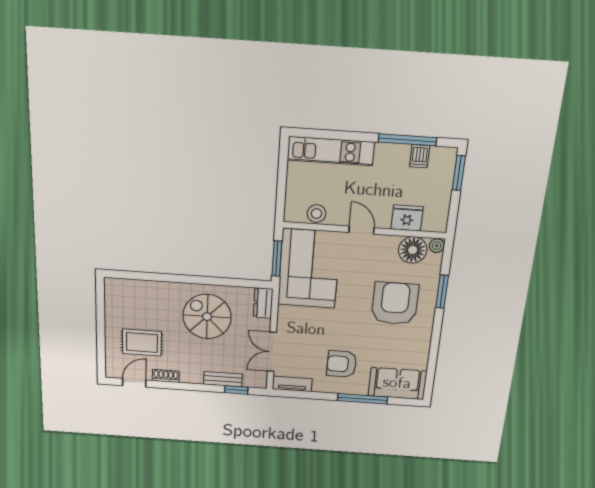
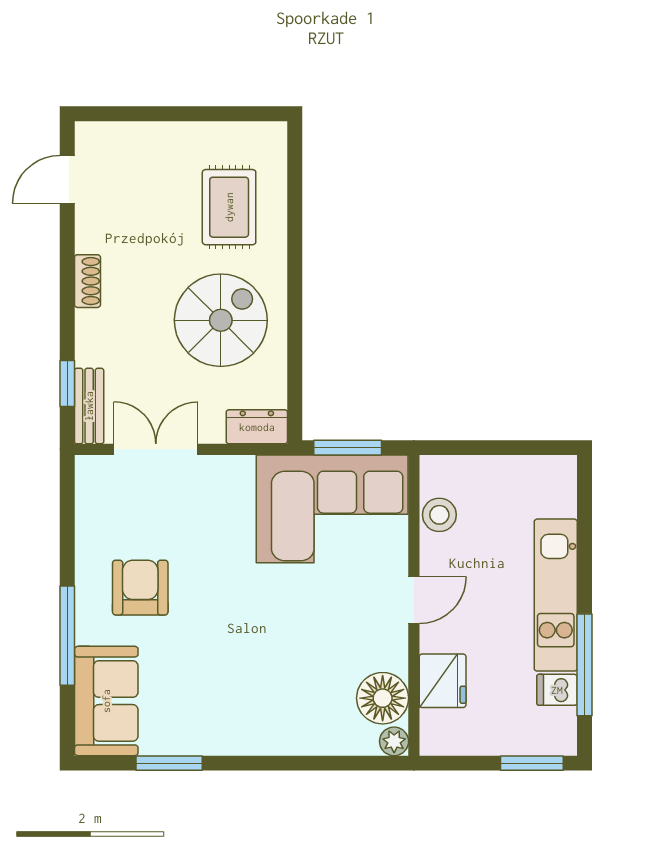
kitchen unit: (331, 151) -> (556, 595), moved
window: (442, 292) -> (169, 763), moved
armchair: (395, 304) -> (274, 677), removed
rug: (142, 343) -> (229, 207), moved
shoe rack: (166, 376) -> (87, 281), moved
bench: (223, 379) -> (89, 406), moved
door: (134, 383) -> (67, 179), swing flipped
tv unit: (292, 384) -> (89, 494), removed

